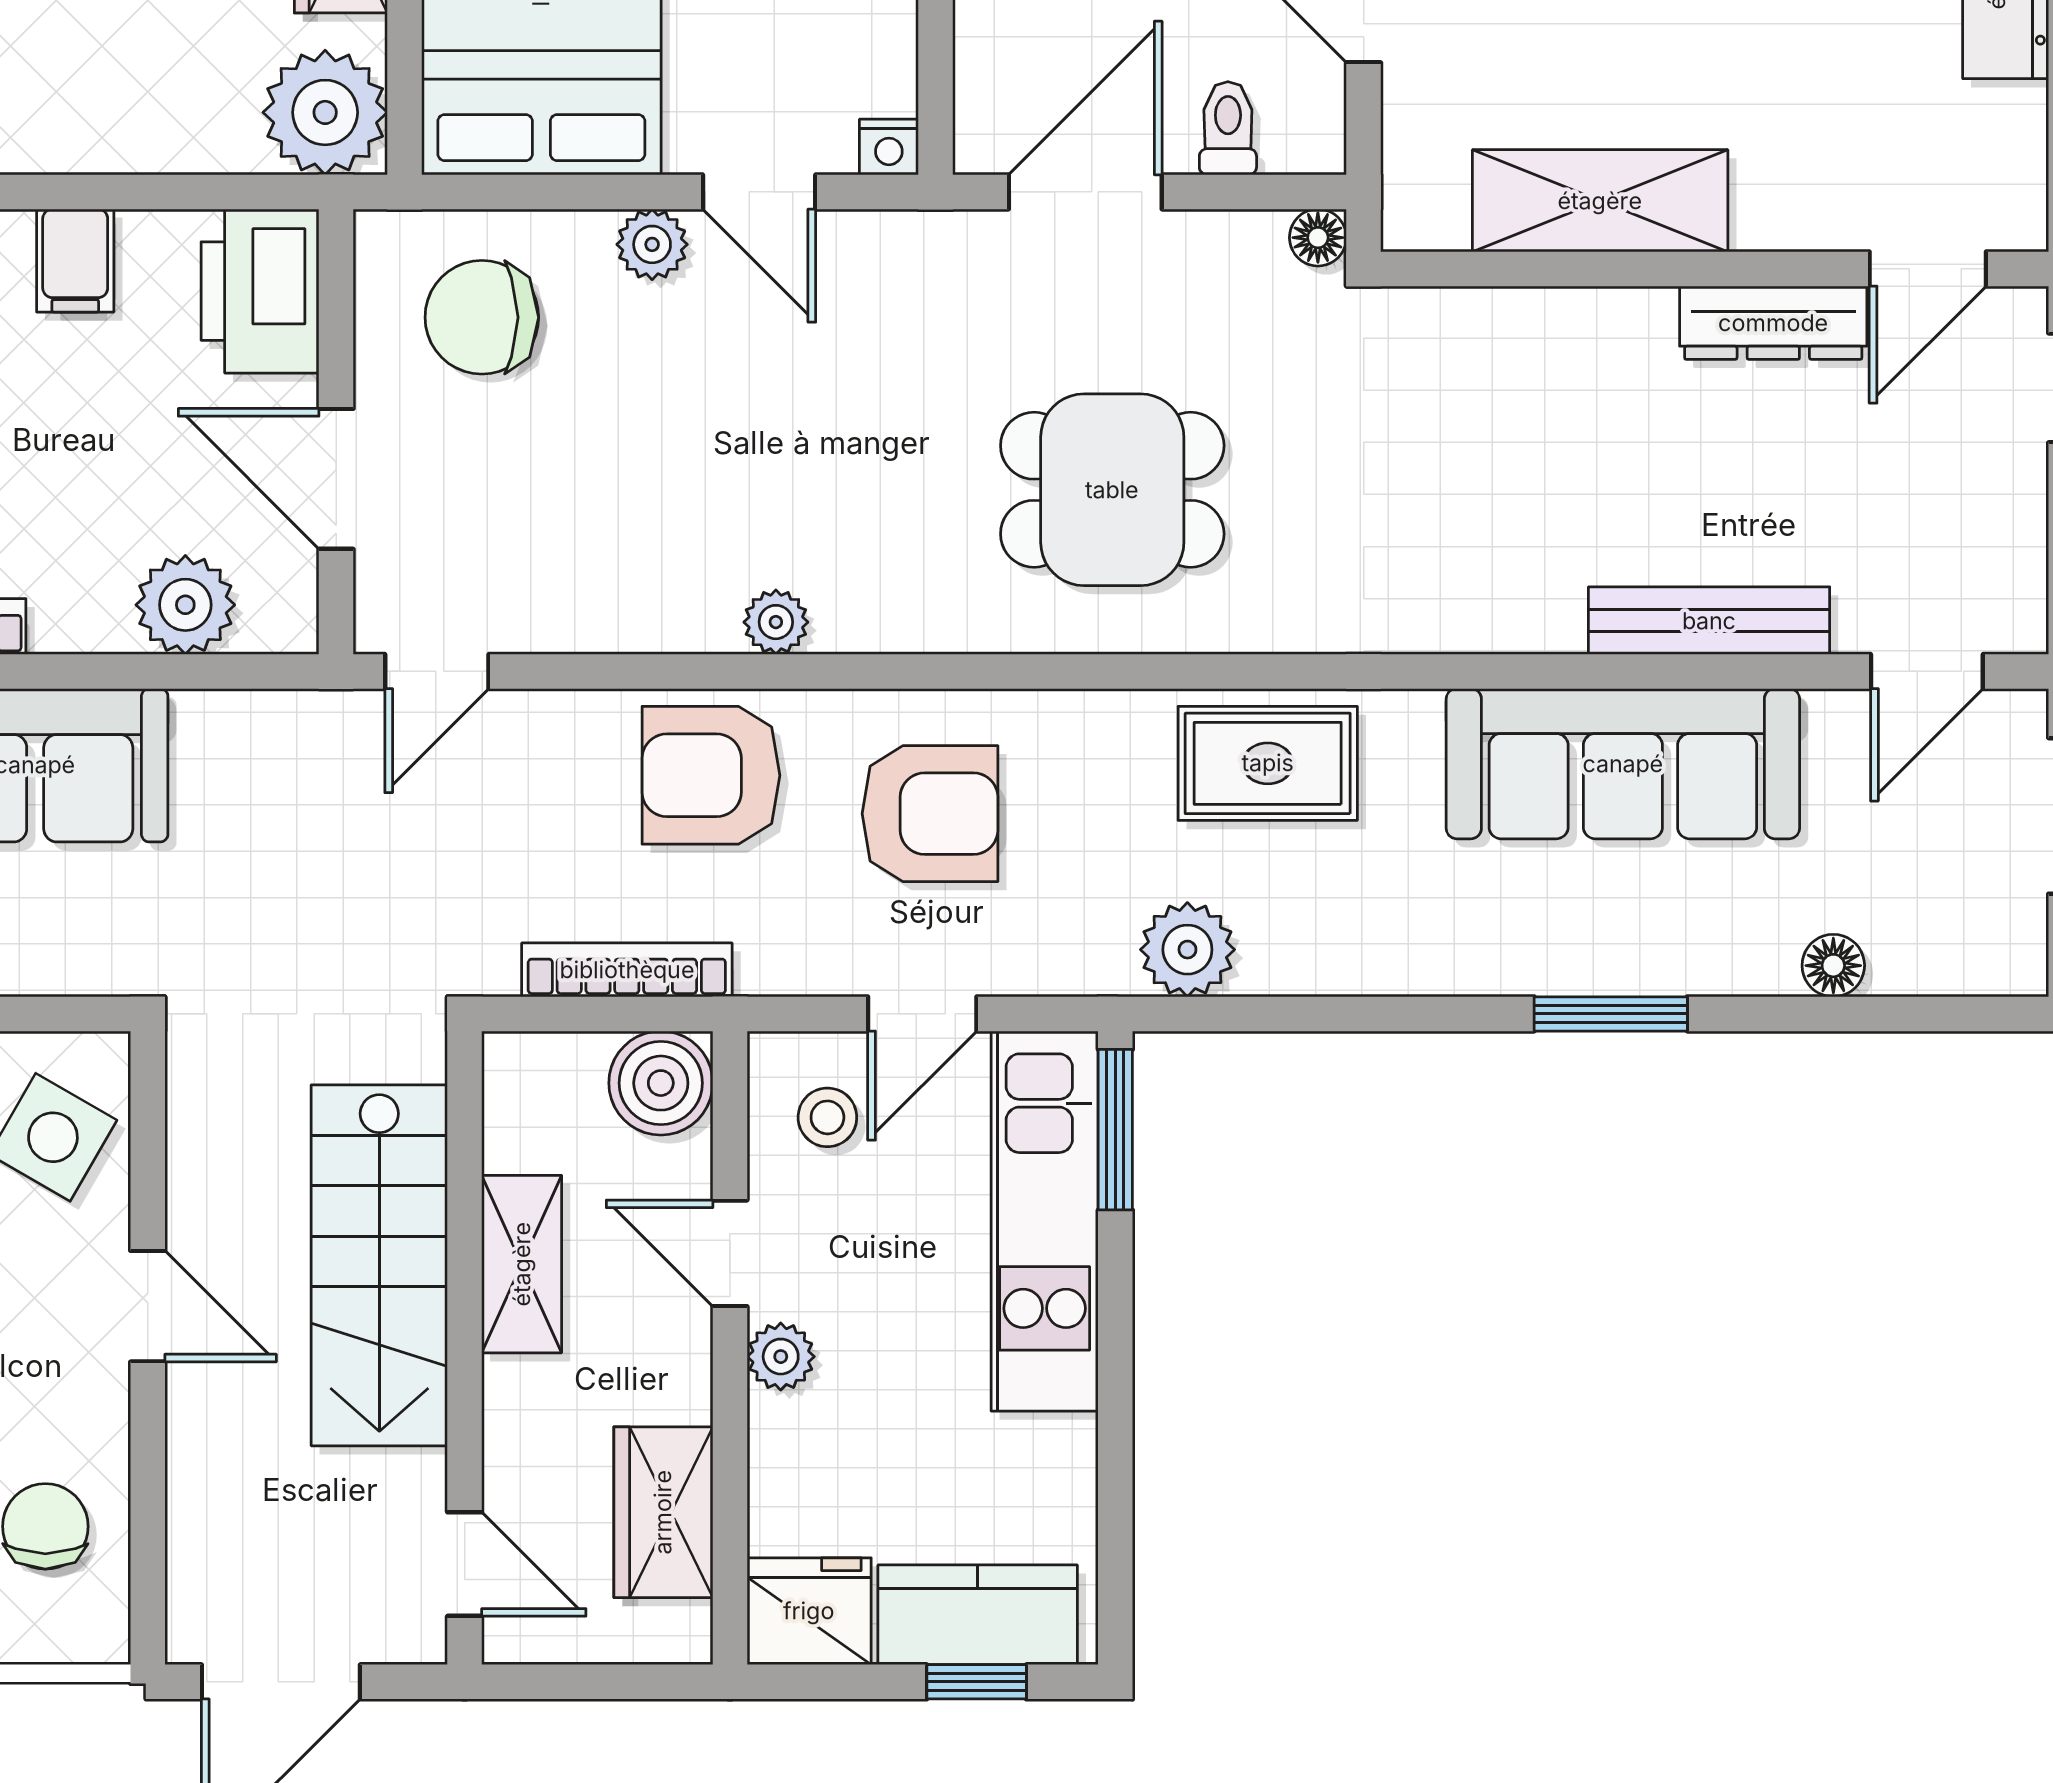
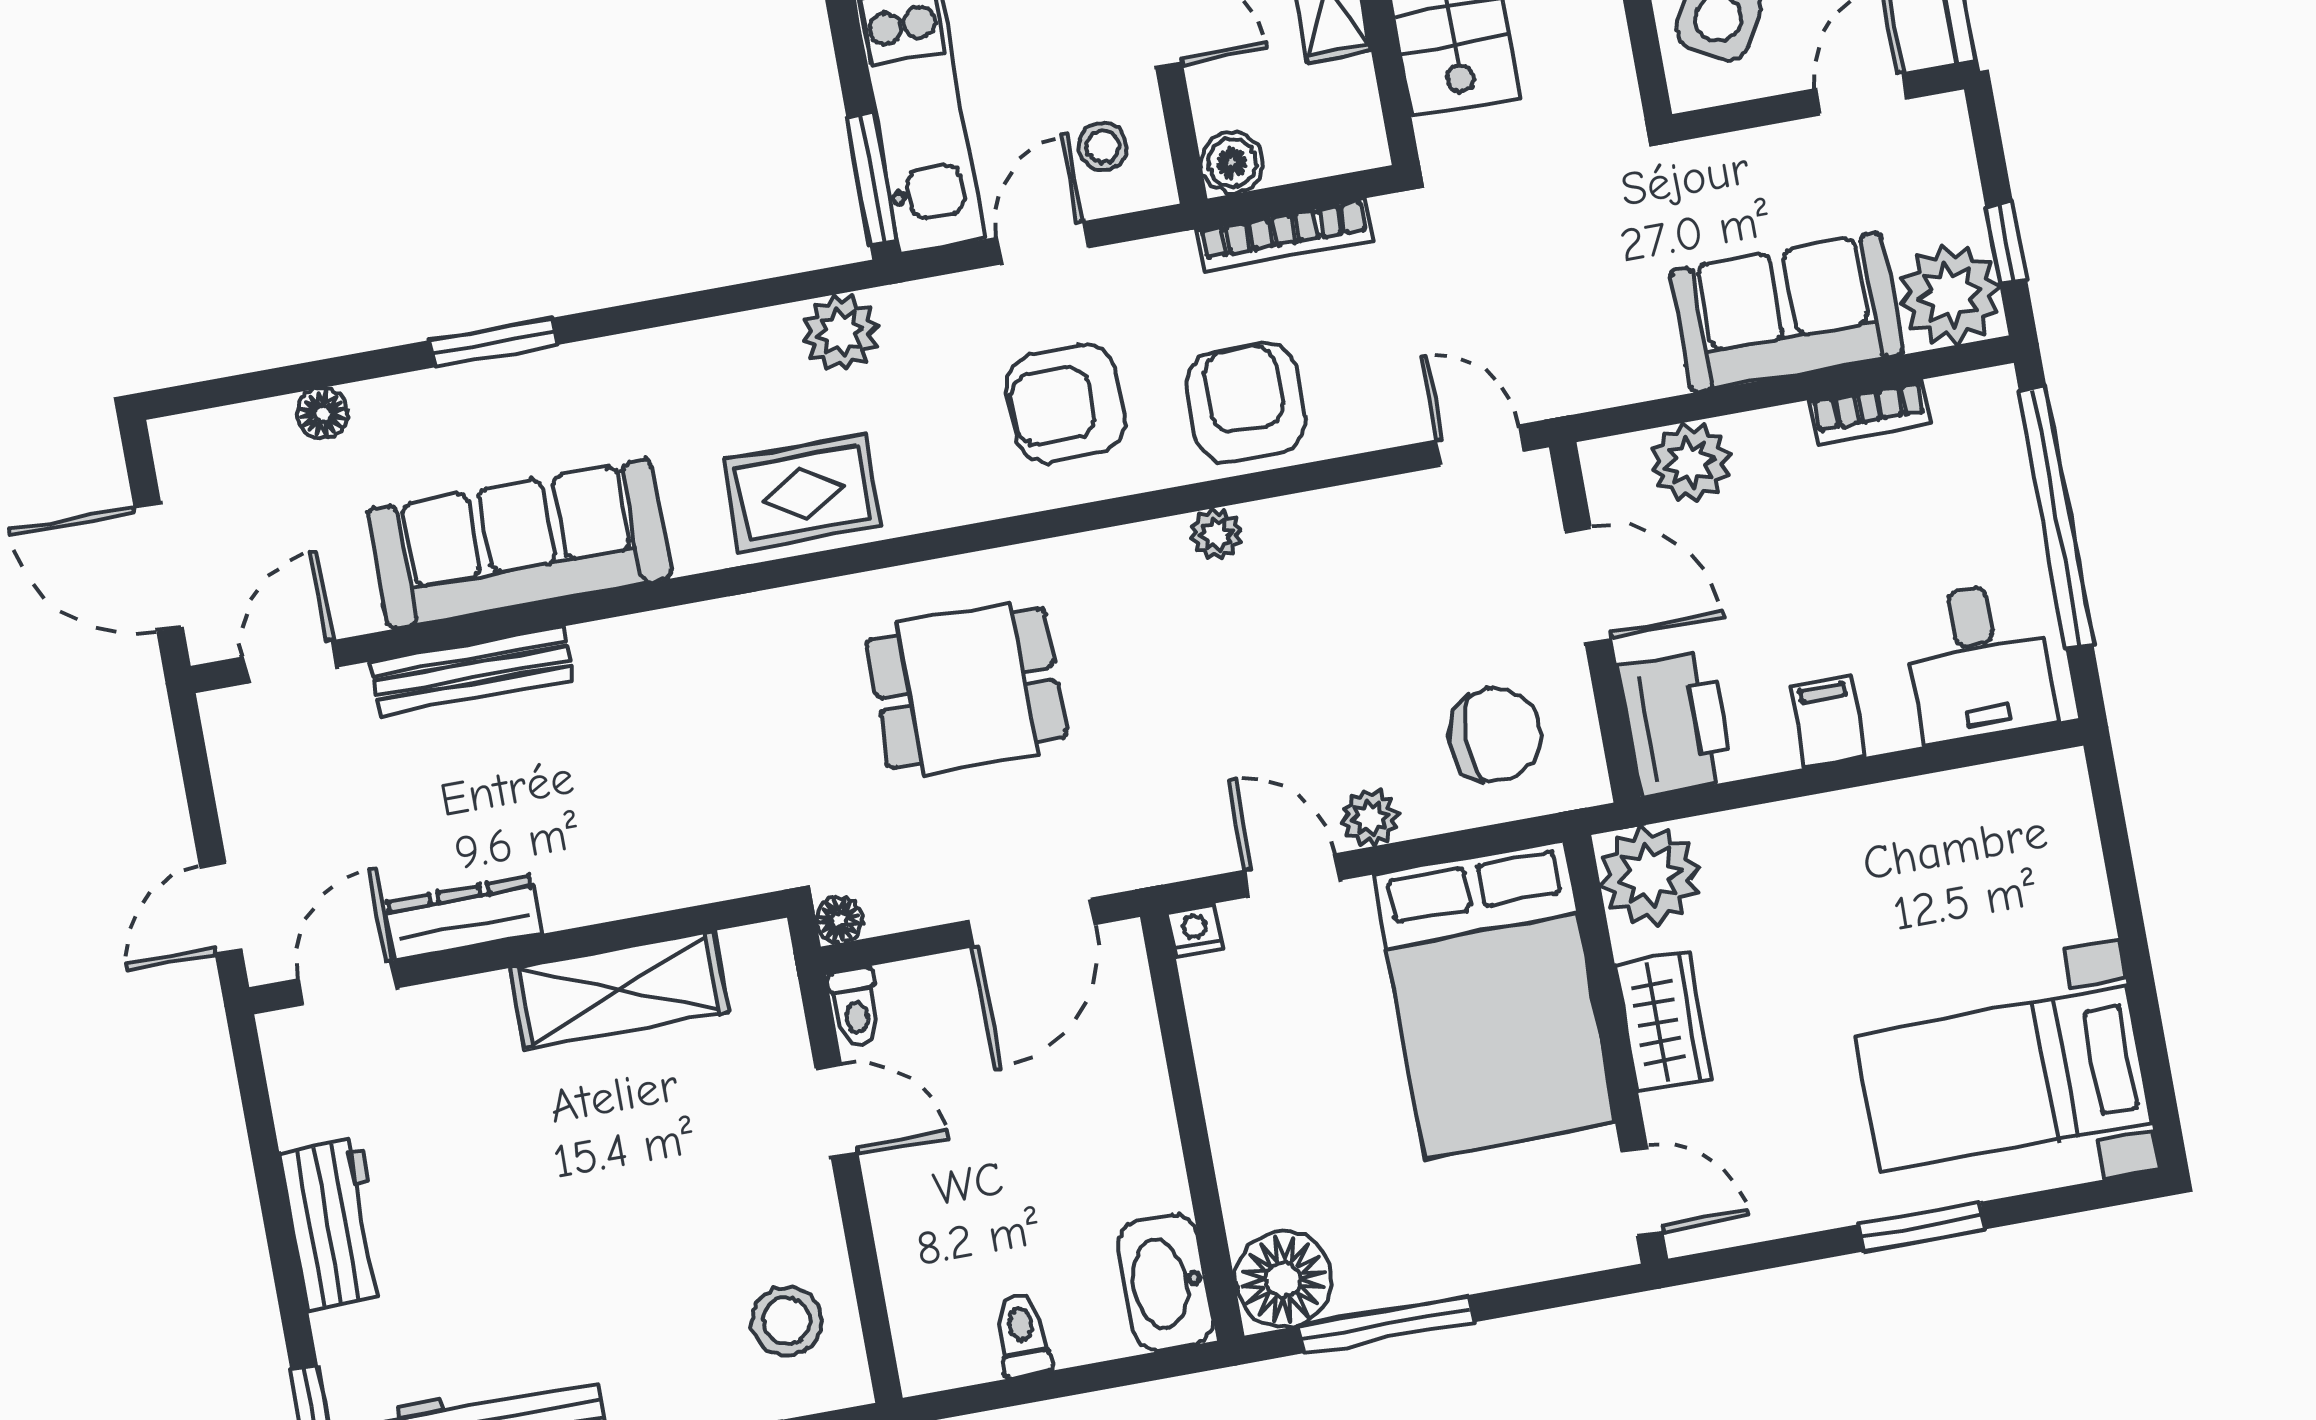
toilet: (1228, 128) -> (855, 1007), moved
door: (437, 671) -> (1480, 446), hinge flipped
armchair: (711, 775) -> (1246, 403), turned -90
boiler: (661, 1083) -> (1232, 163), width x0.73, depth x0.73

